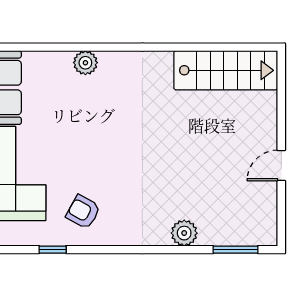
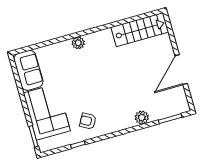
plant: (85, 63) -> (78, 43), moved
door: (281, 165) -> (181, 70), width x1.87

